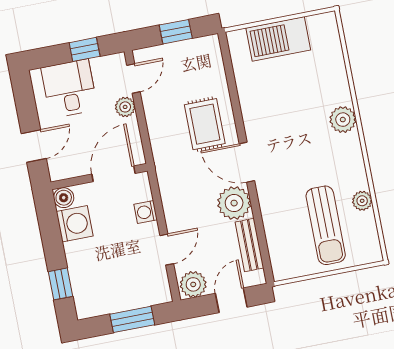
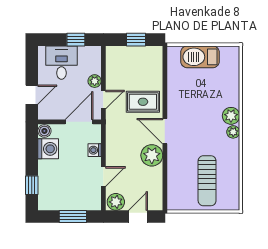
door: (133, 79) -> (103, 100), moved
rug: (205, 124) -> (143, 102), turned 90
plant: (362, 201) -> (233, 132), moved
bench: (249, 245) -> (156, 184), removed

